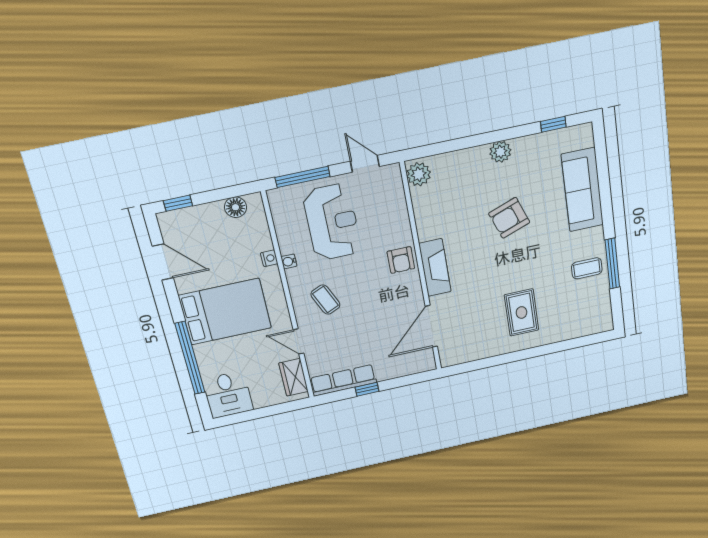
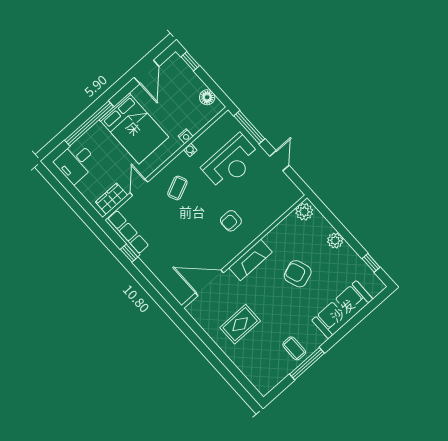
plant: (419, 174) -> (304, 212), moved
fireplace: (435, 268) -> (251, 260), moved
wall: (421, 269) -> (244, 252), moved
door: (431, 326) -> (210, 283), moved

